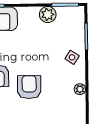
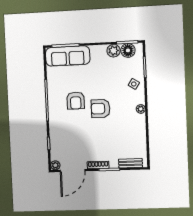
floor lamp: (66, 15) -> (128, 50), added
armchair: (29, 87) -> (101, 108), turned -90

